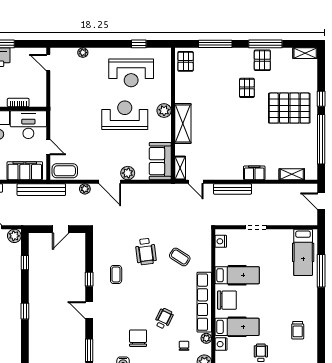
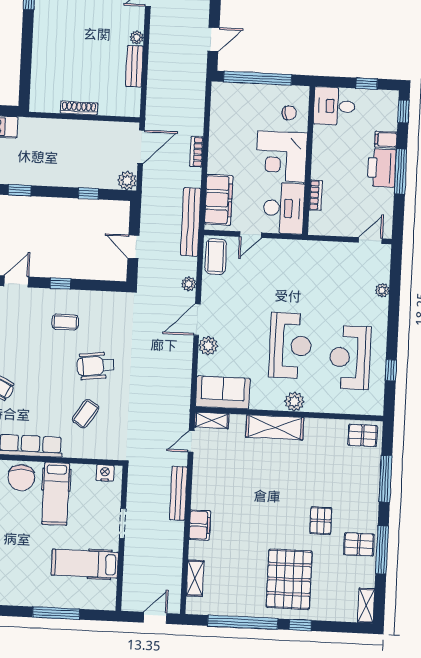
pallet: (247, 88) -> (321, 521), turned 90
hospital bed: (303, 252) -> (85, 564), moved

